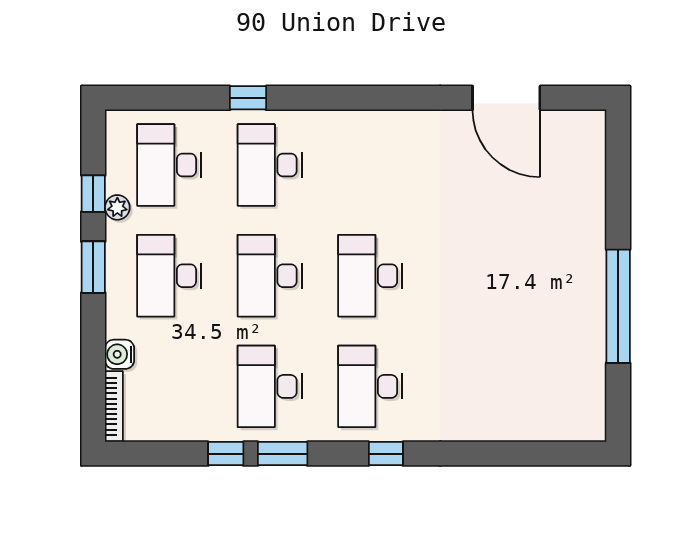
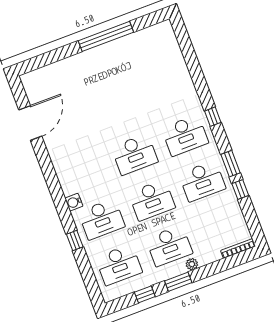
plant: (117, 207) -> (192, 264), moved
water cooler: (120, 354) -> (74, 202), moved, turned 90

